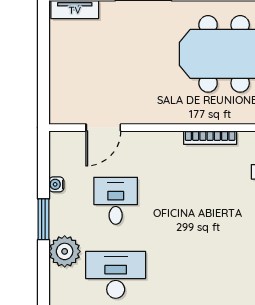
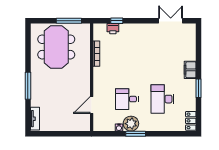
door: (103, 128) -> (92, 105), swing flipped
plant: (65, 251) -> (131, 124), moved

